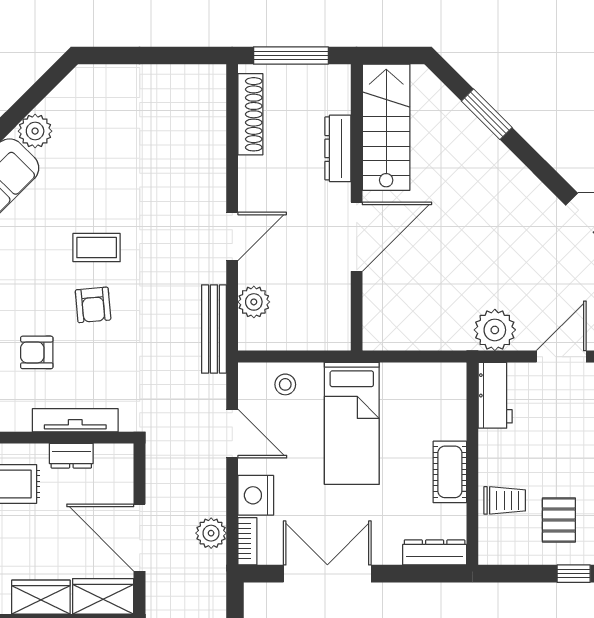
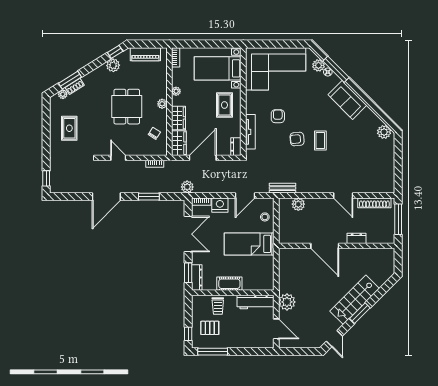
window: (487, 114) -> (360, 313), moved
stairs: (386, 127) -> (355, 300), moved, turned 135
plant: (35, 131) -> (384, 132), moved
dresser: (338, 148) -> (356, 238), width x0.70
door: (232, 236) -> (343, 195), moved
bench: (214, 329) -> (283, 188), width x0.73
workbench: (495, 395) -> (255, 302), width x1.38
dresser: (71, 456) -> (236, 147), moved
plant: (211, 533) -> (187, 187), moved
window: (423, 574) -> (188, 273), added

